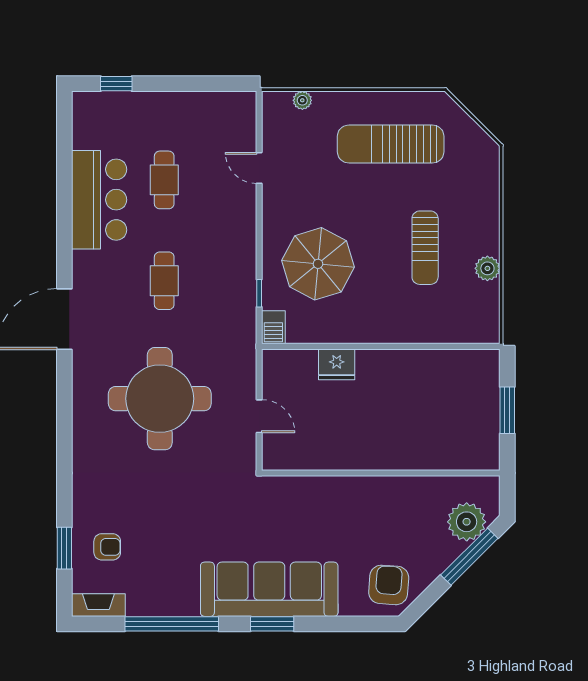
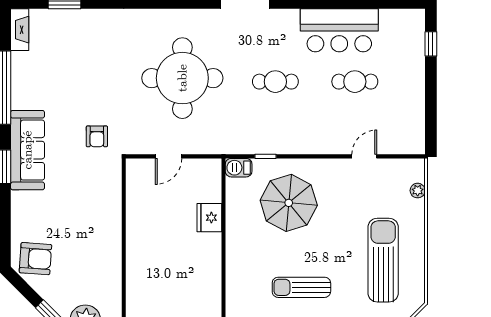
armchair: (107, 547) -> (97, 136), moved
sofa: (269, 589) -> (27, 150), width x0.74, depth x0.79

